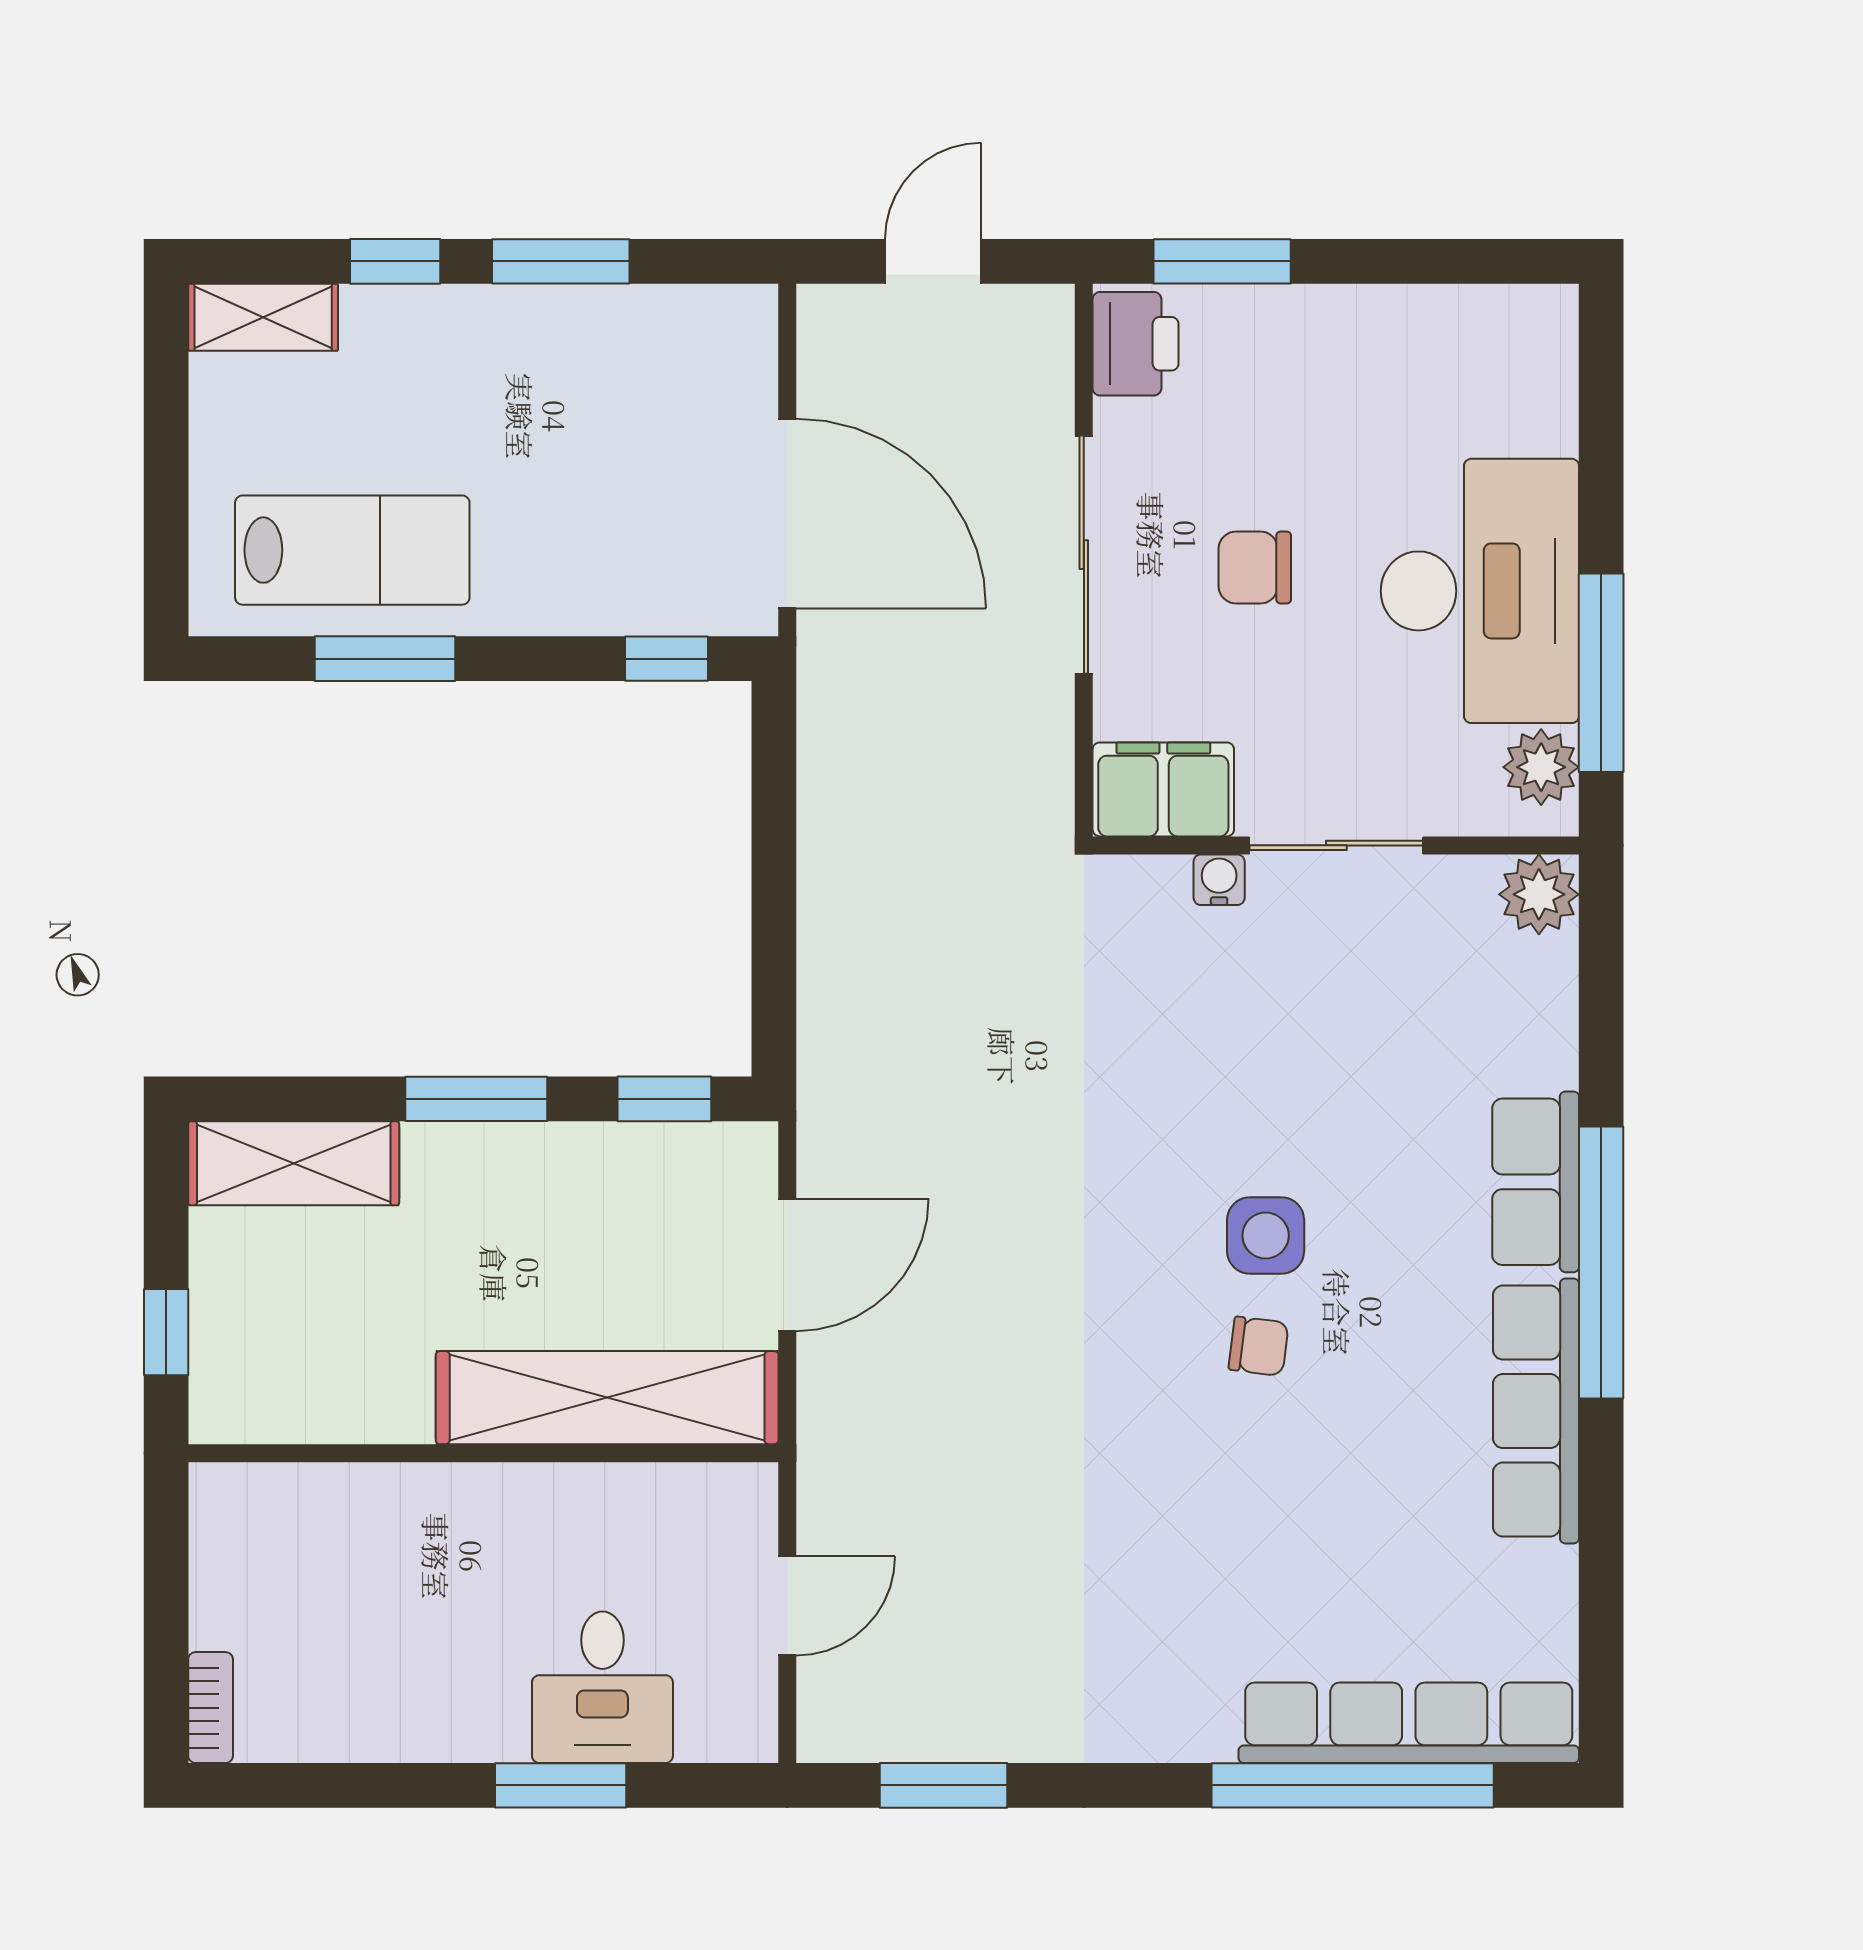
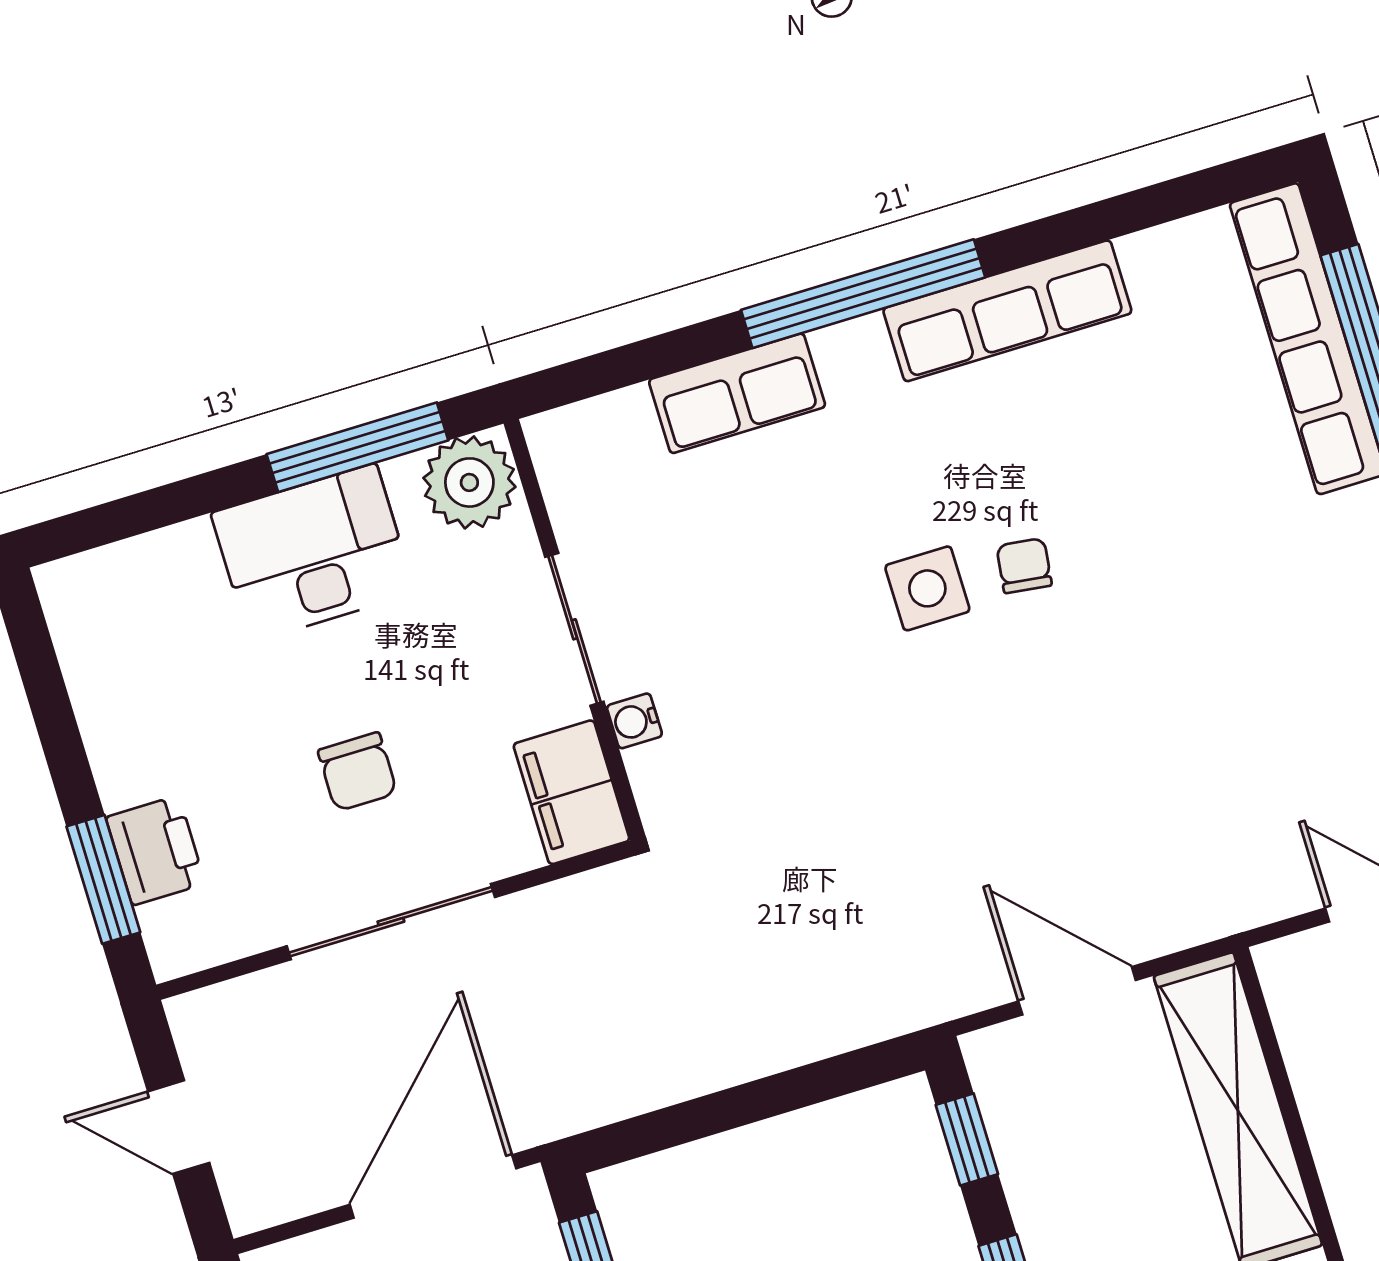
printer: (1136, 344) -> (156, 850), moved, turned 90
desk: (1480, 591) -> (313, 553), width x0.73, depth x0.77
plant: (1541, 767) -> (469, 482), width x1.36, depth x1.36
plant: (1539, 894) -> (564, 443), removed
row of seats: (1536, 1182) -> (737, 393), moved

